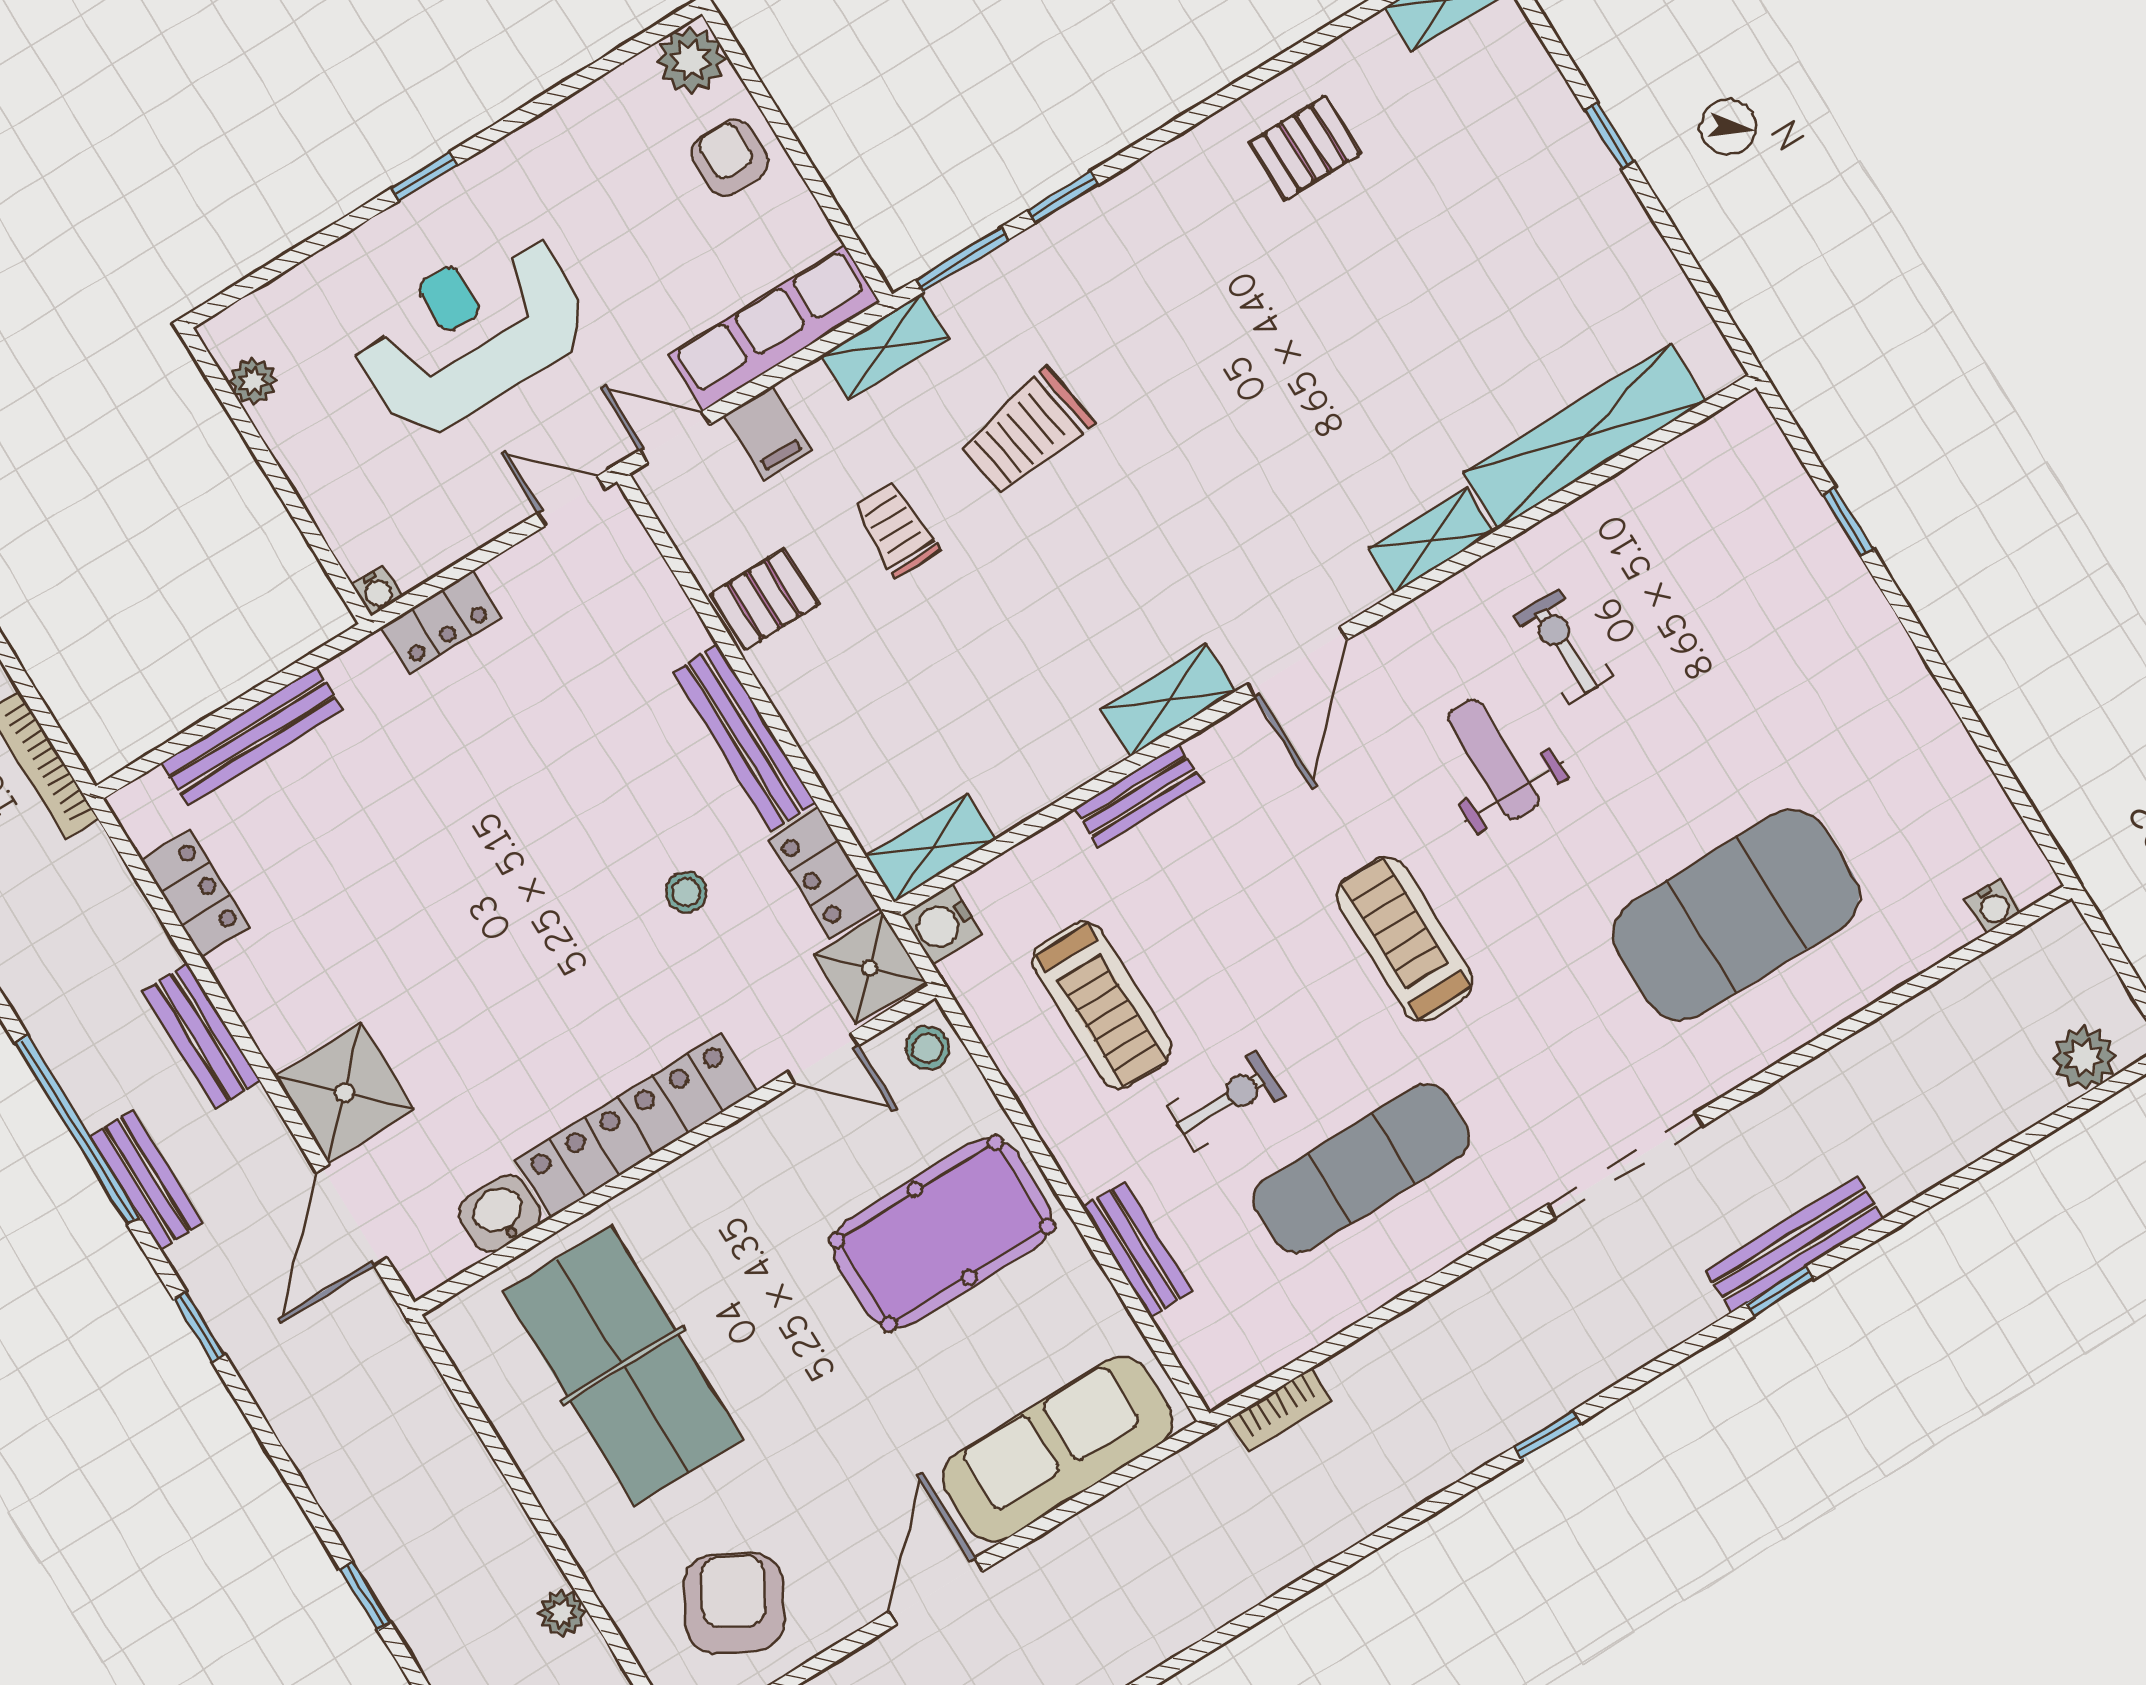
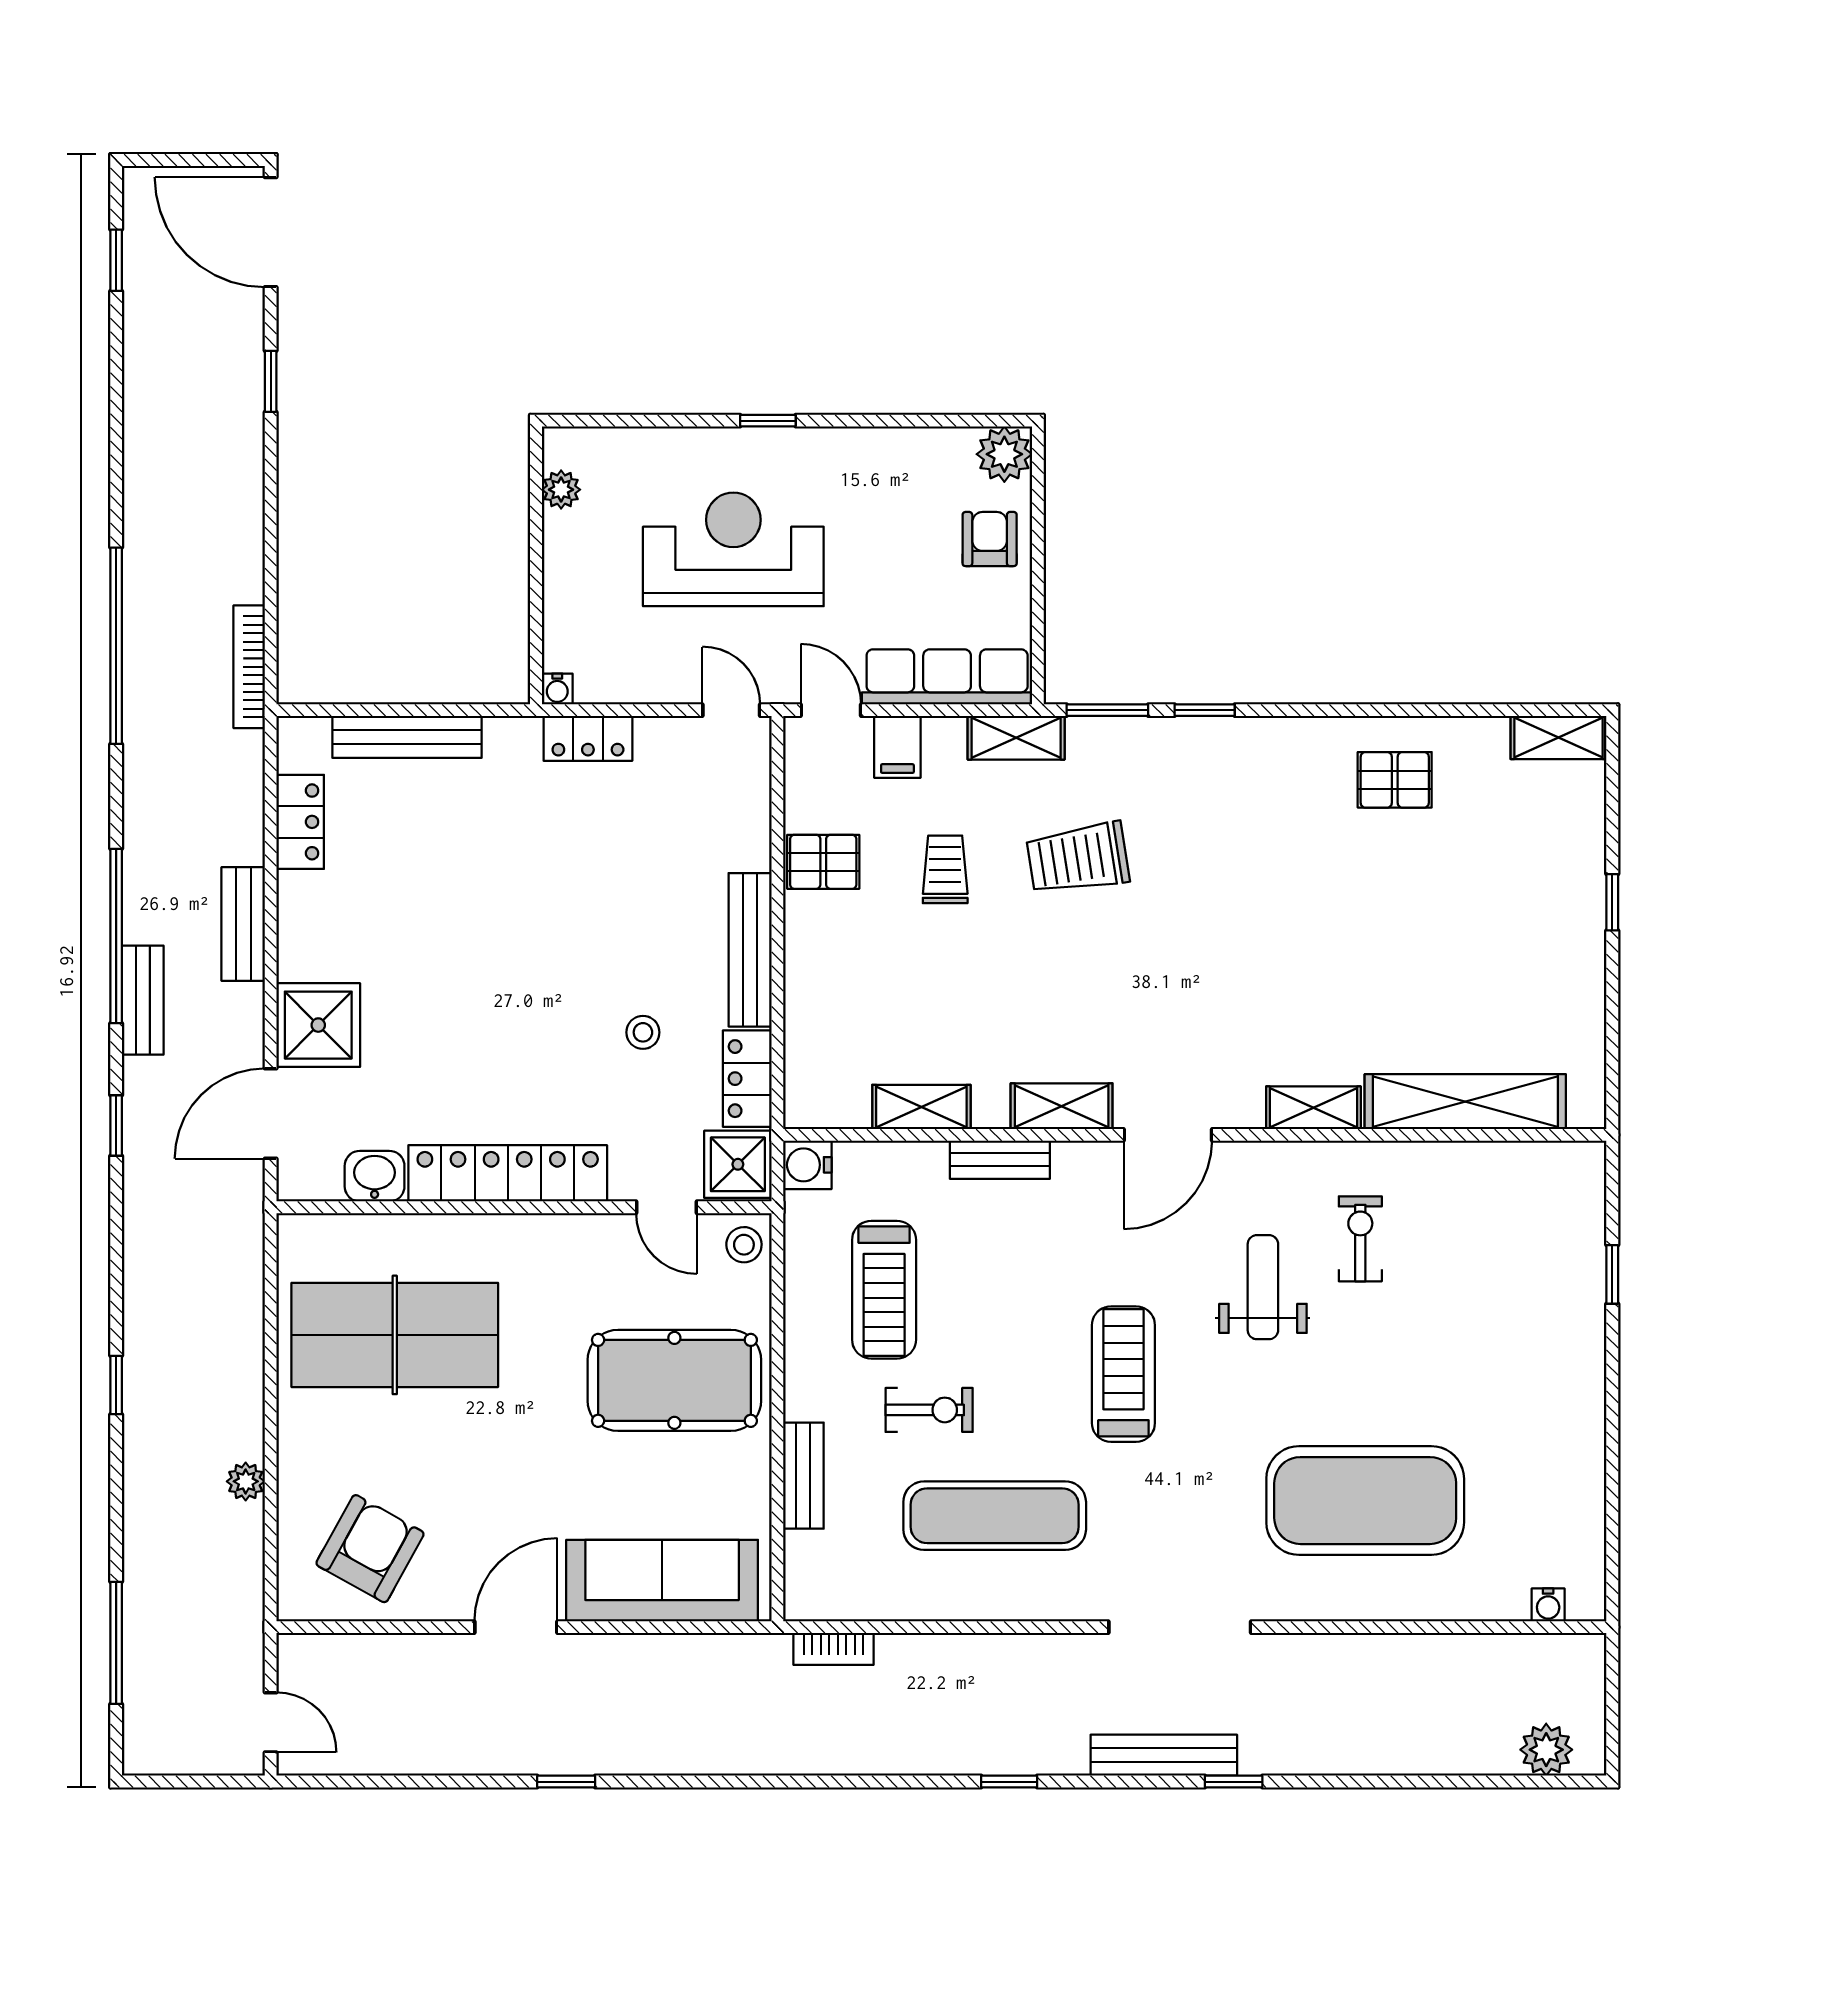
shelving: (931, 848) -> (921, 1107), moved
bench: (1794, 1245) -> (1164, 1755), moved
table tennis table: (623, 1365) -> (395, 1335), turned 90

